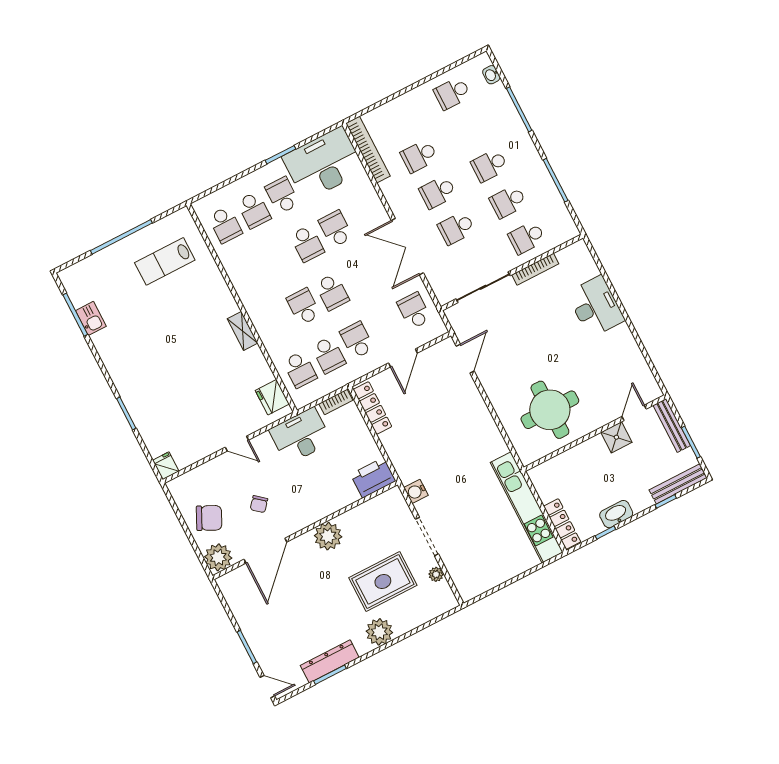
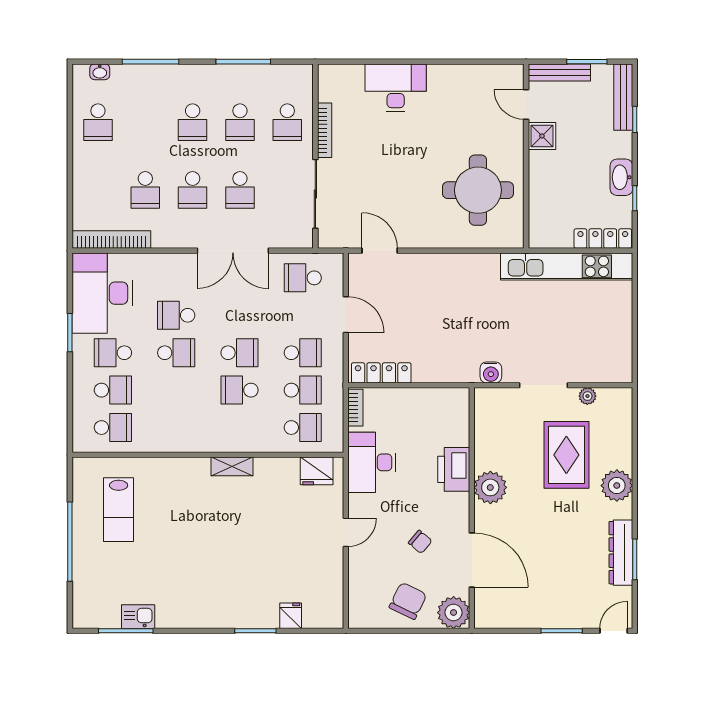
school desk: (357, 340) -> (303, 353), turned 180
fridge: (166, 466) -> (291, 616), moved, turned 90
printer: (373, 478) -> (454, 469), moved

